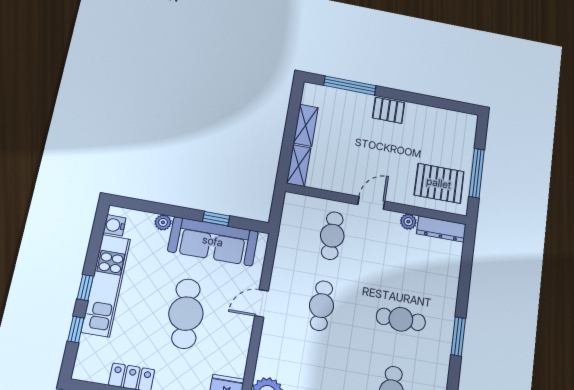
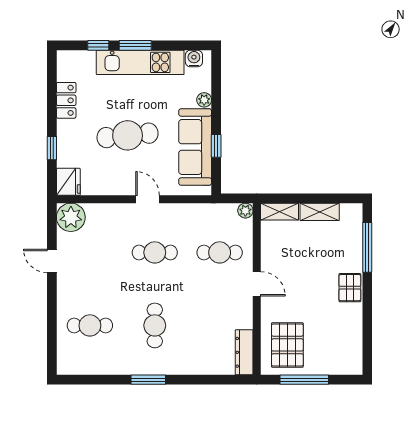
plant: (408, 222) -> (245, 211), moved
window: (85, 287) -> (135, 45), width x1.50

